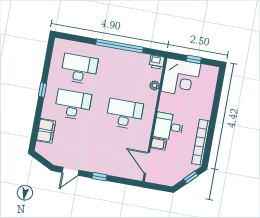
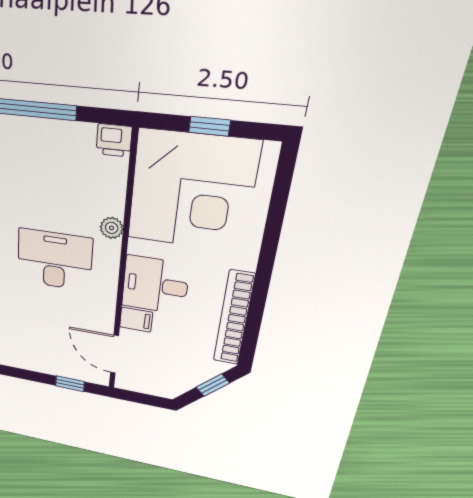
corner desk: (181, 78) -> (191, 191), width x1.36, depth x1.36
plant: (155, 85) -> (112, 228), moved
window: (99, 177) -> (70, 384), moved

